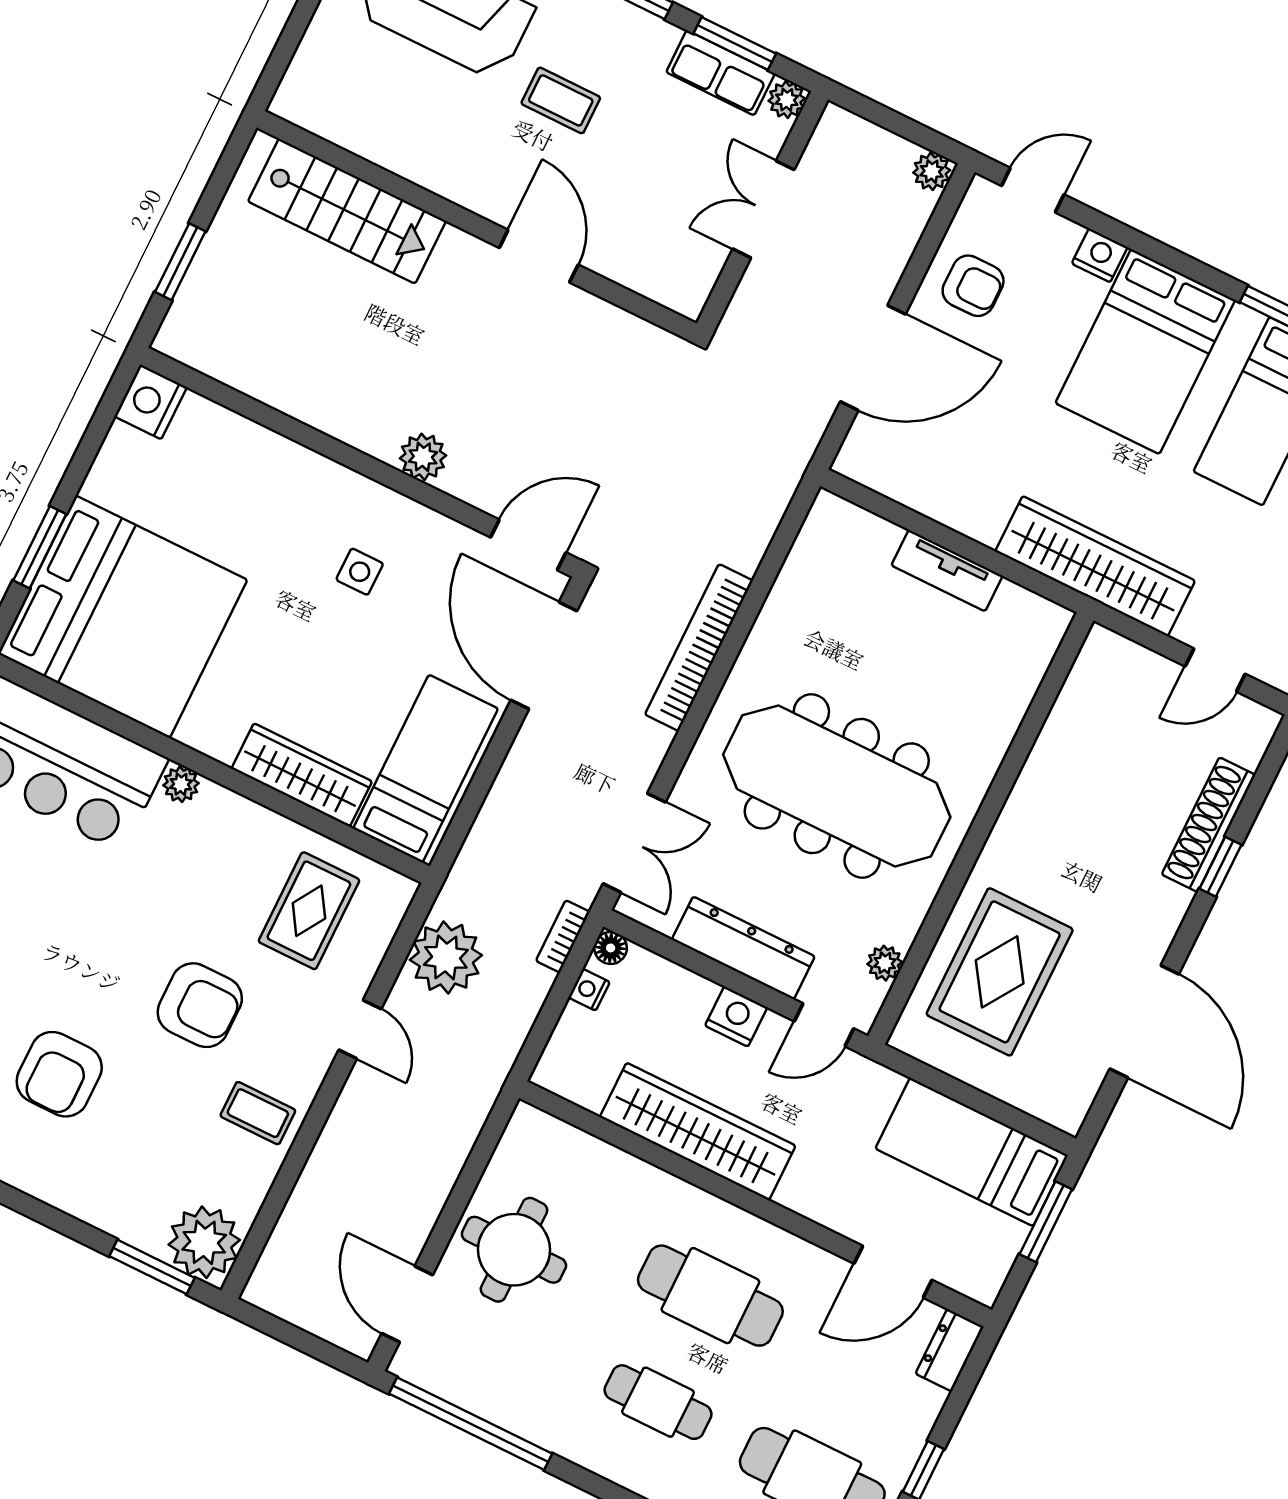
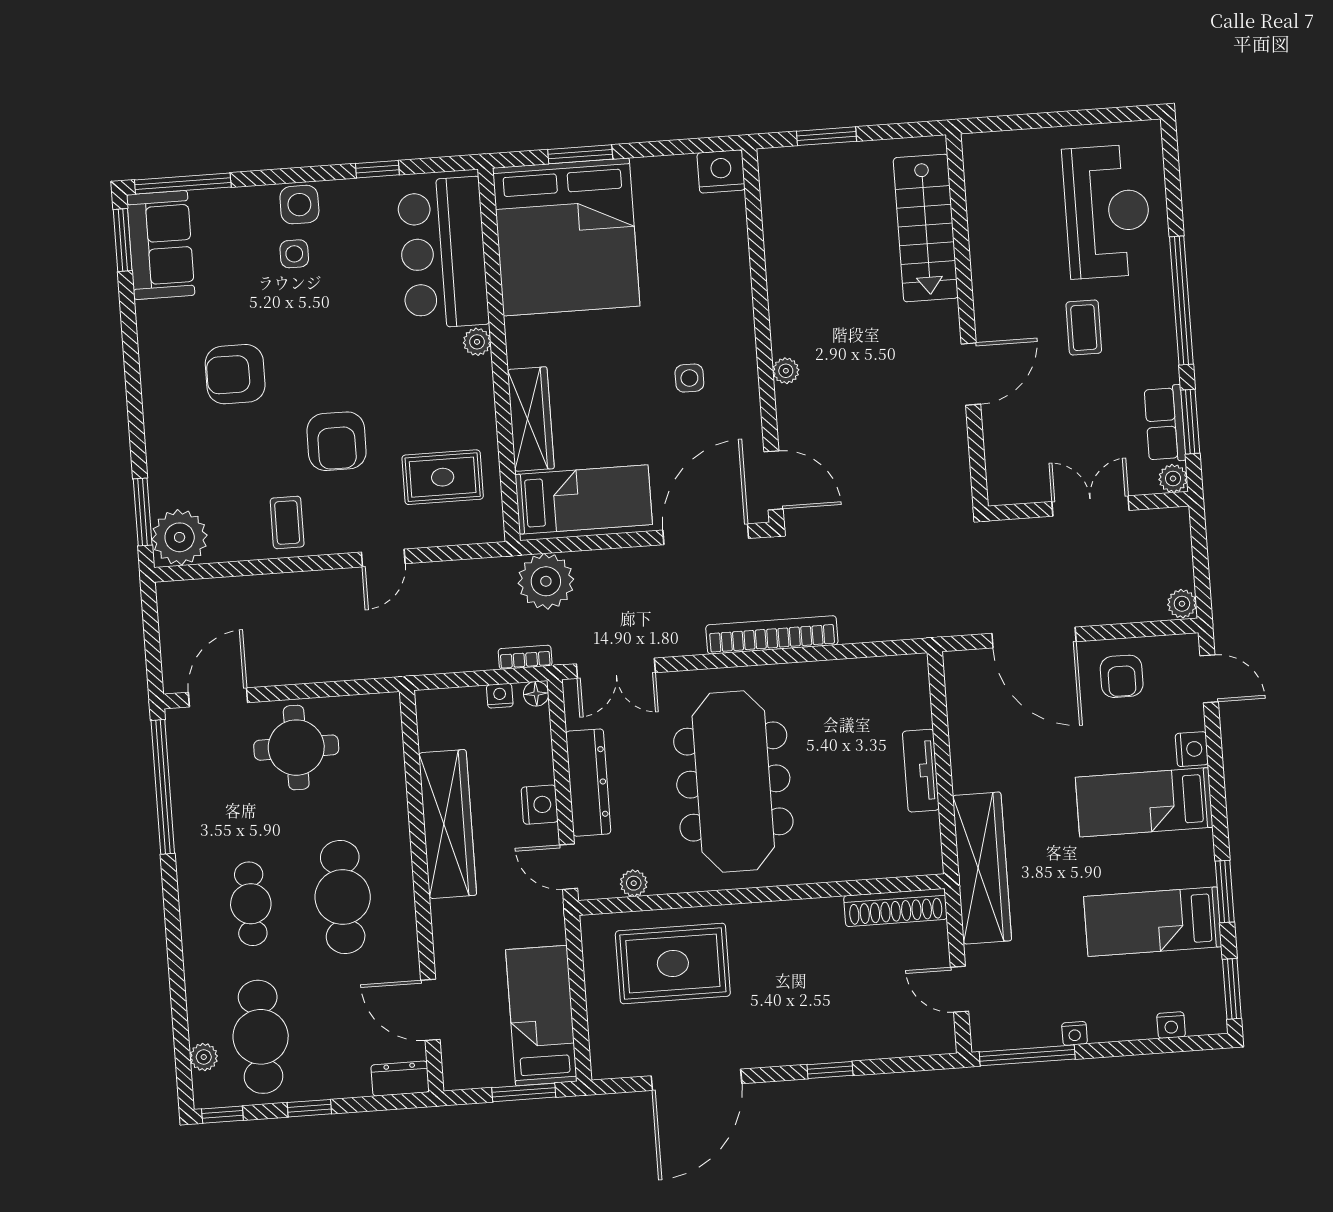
bed: (1145, 352) -> (1144, 802), width x0.67
plant: (423, 457) -> (786, 371), width x0.73, depth x0.73
shoe rack: (1208, 825) -> (895, 908), moved, turned 180
plant: (446, 957) -> (546, 581), moved

